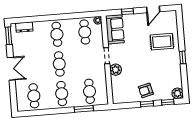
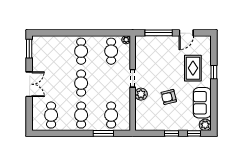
window: (127, 11) -> (159, 33), width x2.17
dresser: (24, 27) -> (47, 41), removed
sofa: (115, 29) -> (202, 103), moved, turned 180
rug: (162, 42) -> (193, 68), turned 90
window: (183, 57) -> (214, 72), moved
armchair: (146, 90) -> (169, 97), moved

